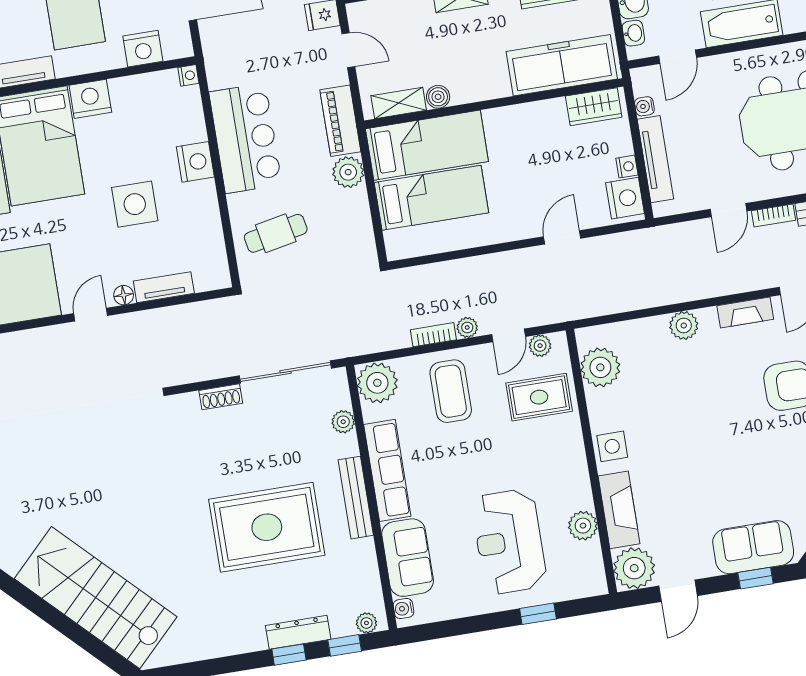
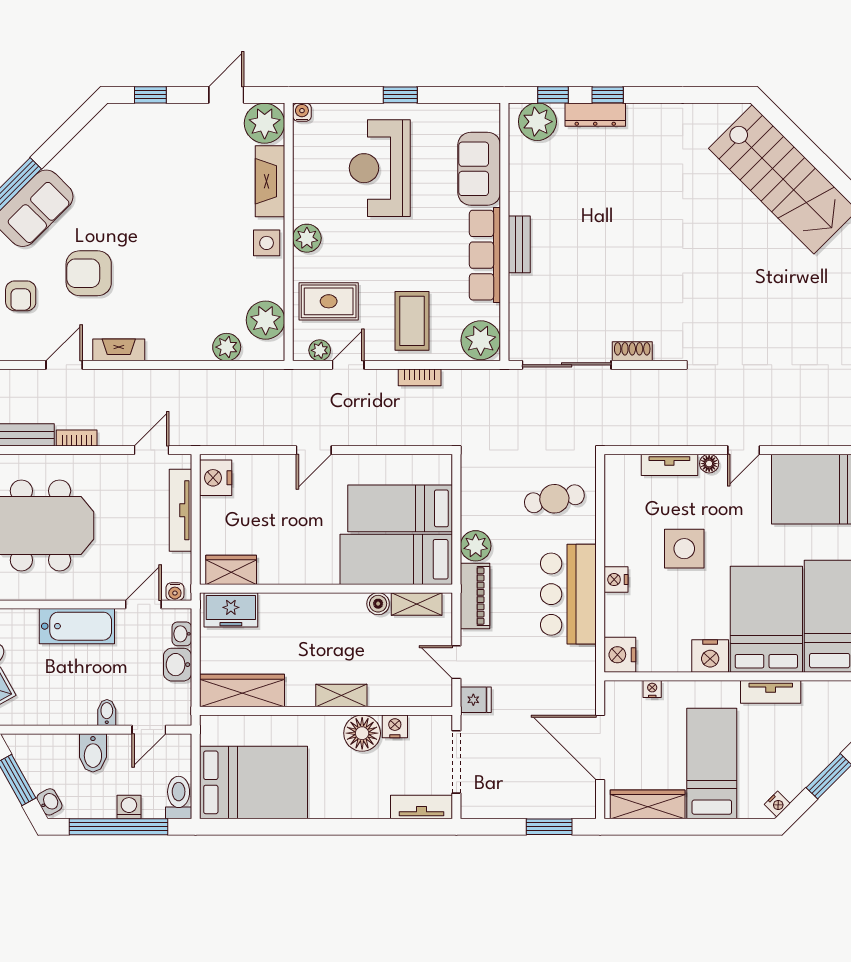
nightstand: (143, 49) -> (652, 689), width x0.53, depth x0.56
freezer: (562, 65) -> (231, 610), width x0.52, depth x0.79
nightstand: (188, 75) -> (620, 655), width x1.89, depth x1.79
water cooler: (644, 106) -> (175, 592), moved, turned 90
nightstand: (195, 162) -> (616, 580), width x0.74, depth x0.75
nightstand: (627, 167) -> (209, 508), removed
door: (728, 210) -> (151, 450), moved
door: (562, 237) -> (314, 450), moved
plant: (684, 325) -> (227, 347), moved
plant: (467, 327) -> (386, 379), removed
plant: (343, 422) -> (519, 308), removed
bench: (356, 498) -> (519, 244), width x0.73
plant: (583, 526) -> (307, 238), moved
rug: (267, 527) -> (609, 220), removed
reception desk: (509, 542) -> (380, 168), turned 180
sofa: (753, 547) -> (148, 125), removed
water cooler: (404, 609) -> (302, 112), moved, turned -90
window: (538, 614) -> (400, 95), moved
plant: (366, 623) -> (537, 122), width x1.88, depth x1.88

